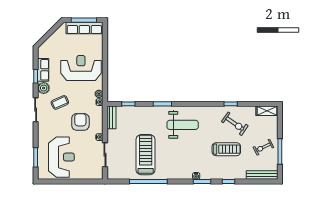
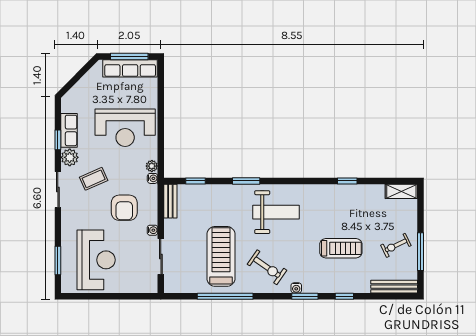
reception desk: (81, 68) -> (125, 128), turned 180
armchair: (80, 122) -> (124, 208), turned 180
exercise bike: (235, 124) -> (267, 267), moved

